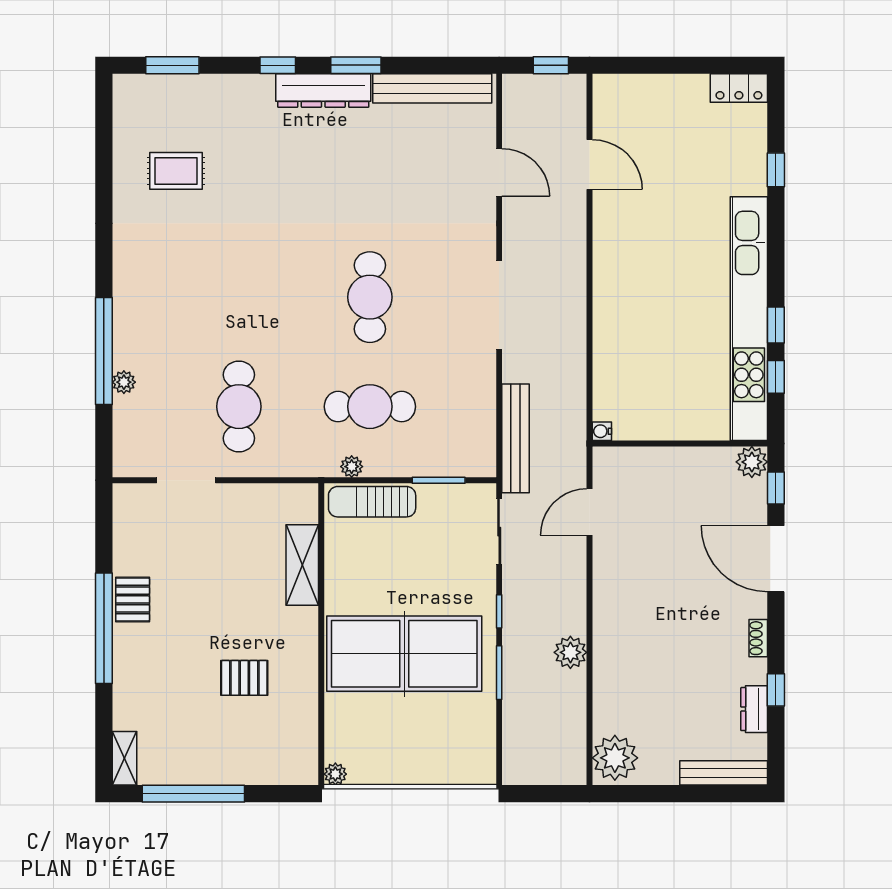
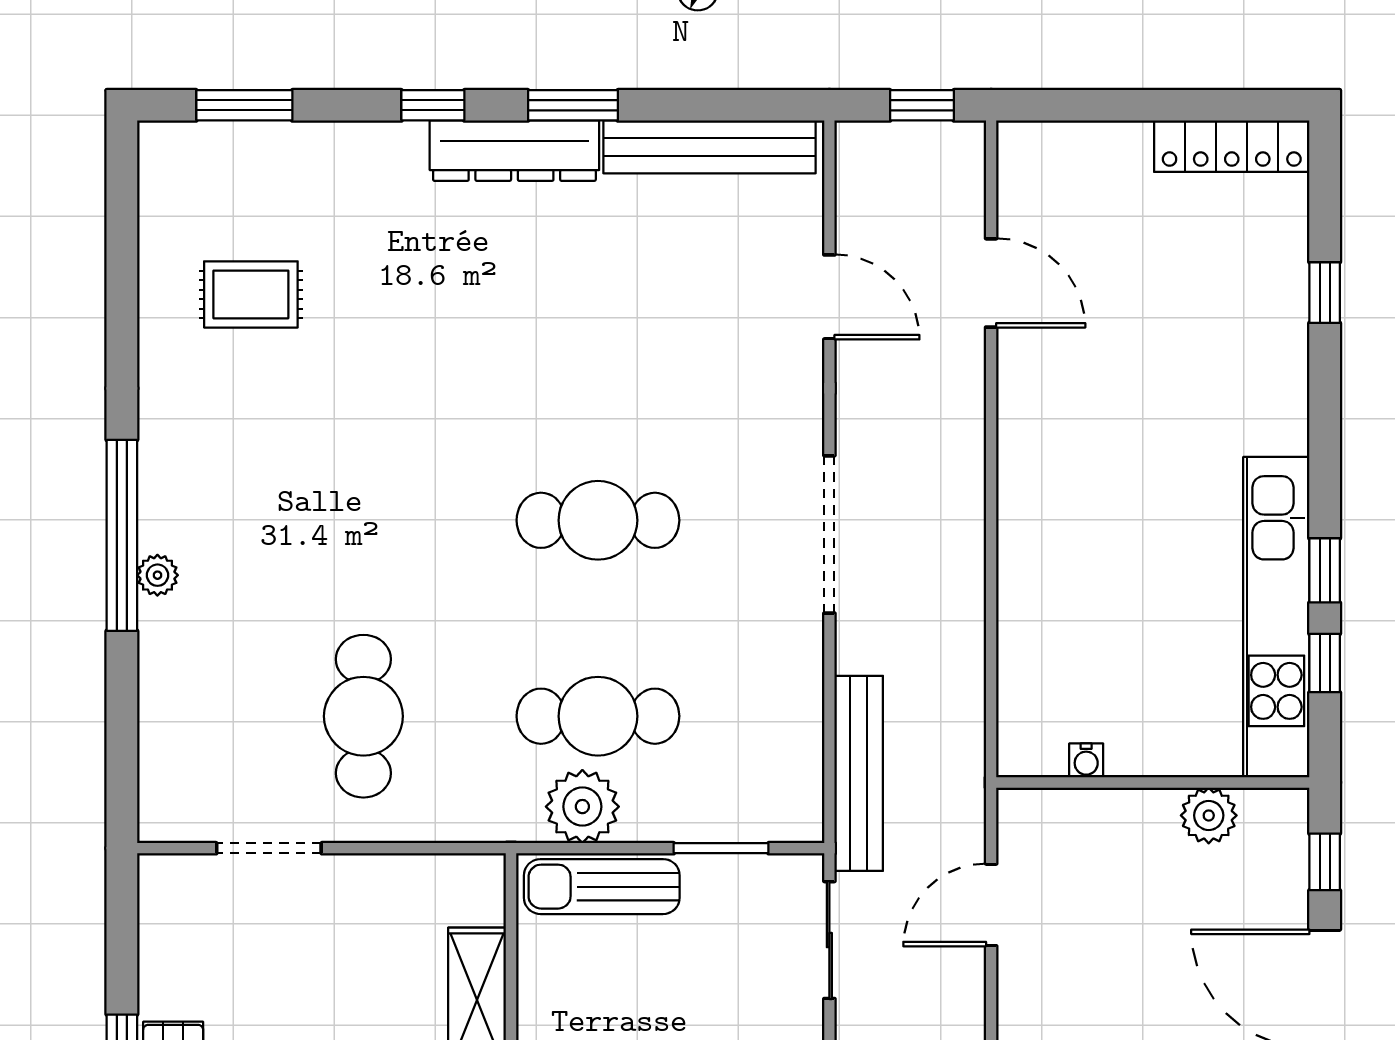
locker: (739, 88) -> (1232, 146), width x1.53
cafe table: (370, 297) -> (598, 520), turned 90
kitchen unit: (749, 319) -> (1276, 617), width x0.73
window: (104, 351) -> (122, 535), moved
plant: (124, 382) -> (157, 575), moved
water cooler: (602, 431) -> (1086, 760), moved, turned -90
plant: (752, 462) -> (1209, 815), moved
plant: (352, 467) -> (582, 807), width x1.88, depth x1.88

